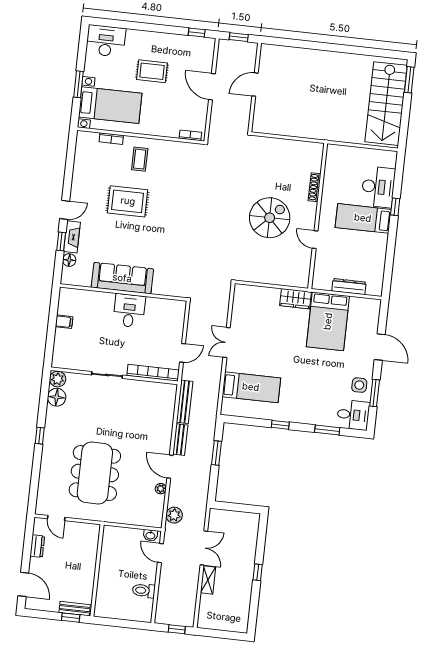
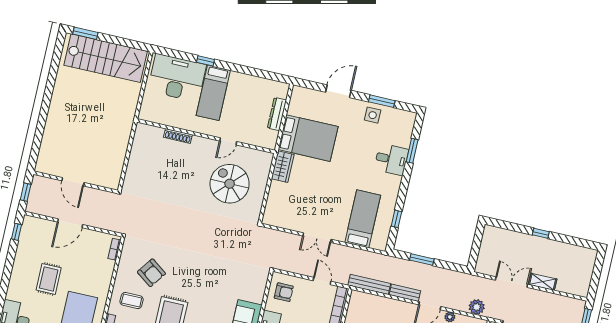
armchair: (171, 176) -> (151, 273), added
desk: (378, 187) -> (177, 78), width x1.36, depth x1.30
spiral stairs: (270, 218) -> (230, 184), moved
armchair: (166, 315) -> (284, 292), added
desk: (353, 415) -> (391, 159), moved, turned 90
window: (280, 425) -> (396, 219), moved

